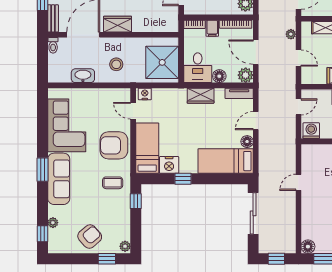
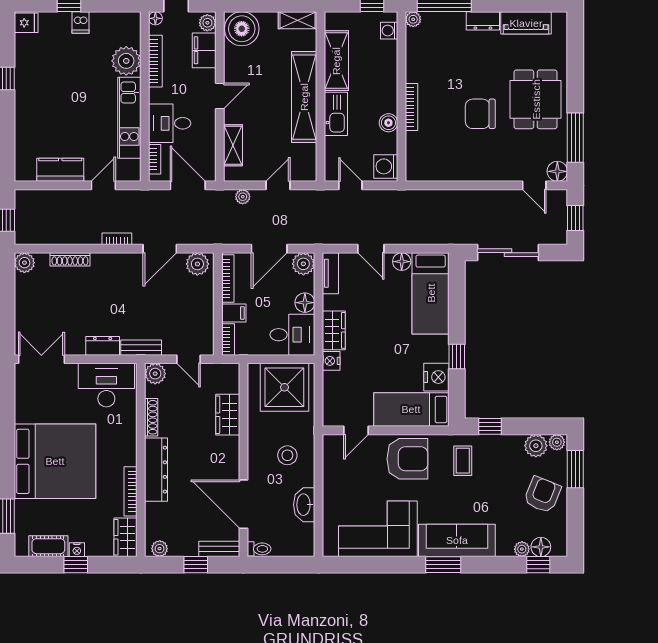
wardrobe: (118, 24) -> (228, 415), moved
nightstand: (145, 94) -> (331, 361), moved
armchair: (114, 145) -> (407, 459), turned -90
door: (298, 182) -> (534, 185), moved
plant: (123, 232) -> (536, 446), added
floor lamp: (54, 235) -> (541, 547), added
armchair: (90, 236) -> (542, 495), turned 63
window: (107, 259) -> (575, 469), width x1.50

